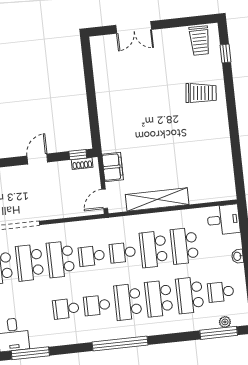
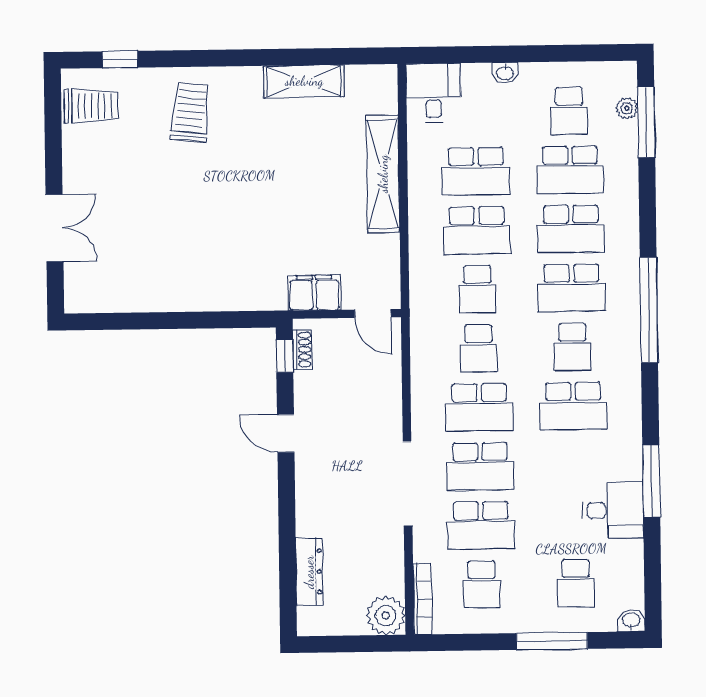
shelving: (223, 151) -> (304, 81), added
shelving: (157, 199) -> (383, 174), moved
school desk: (66, 309) -> (573, 406), width x1.85

